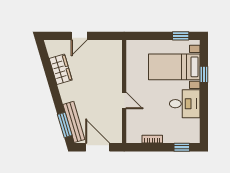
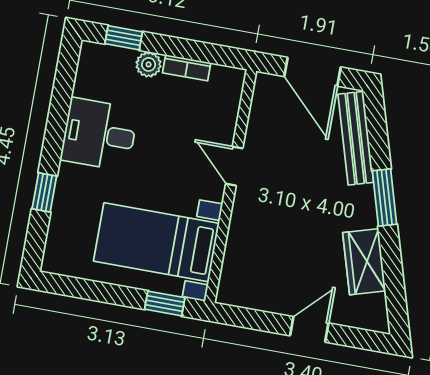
window: (181, 36) -> (165, 303), moved
bed with nightstands: (174, 67) -> (156, 242), moved, turned 180
window: (65, 125) -> (384, 197), moved
plant: (169, 138) -> (149, 64), added

